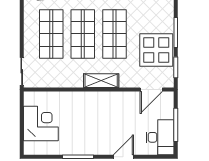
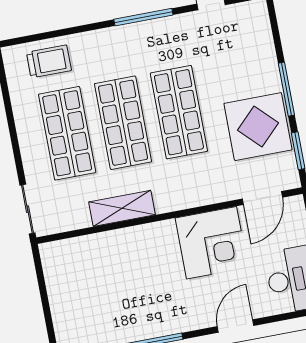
shelving: (101, 81) -> (122, 208), moved
corner desk: (41, 123) -> (212, 243), moved, turned 90

